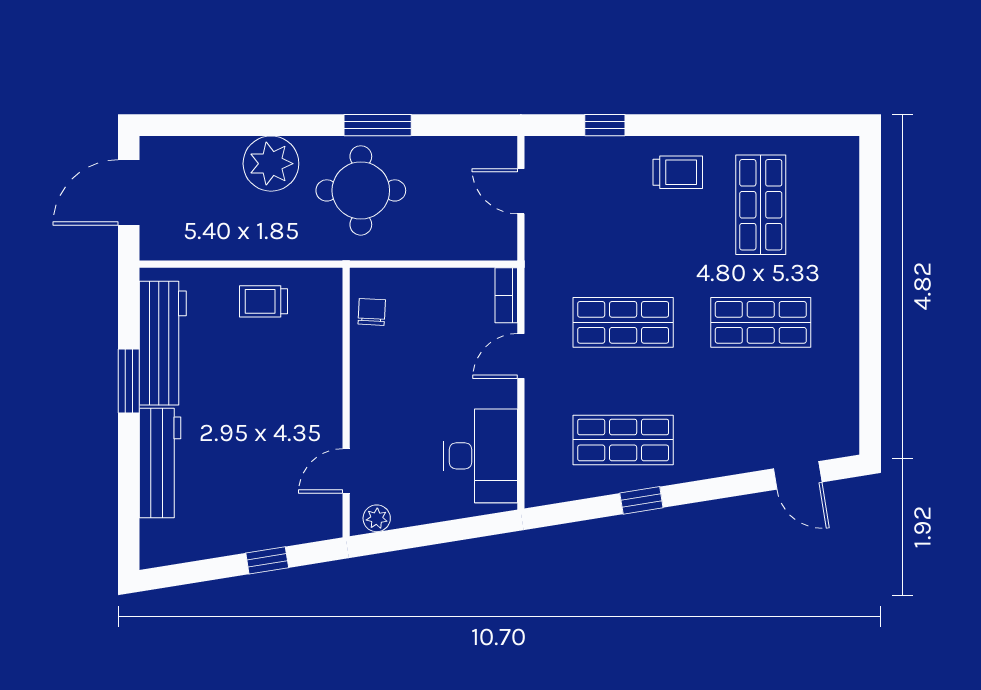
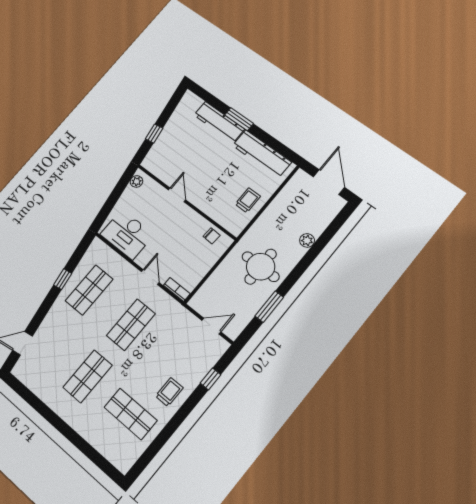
window: (378, 125) -> (269, 307), moved
plant: (271, 164) -> (307, 240), width x0.53, depth x0.53
trolley: (678, 172) -> (169, 392), turned 180
window: (129, 381) -> (239, 119), moved
door: (346, 471) -> (177, 195), moved

